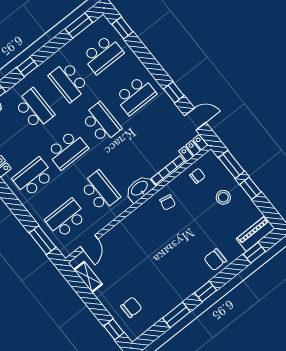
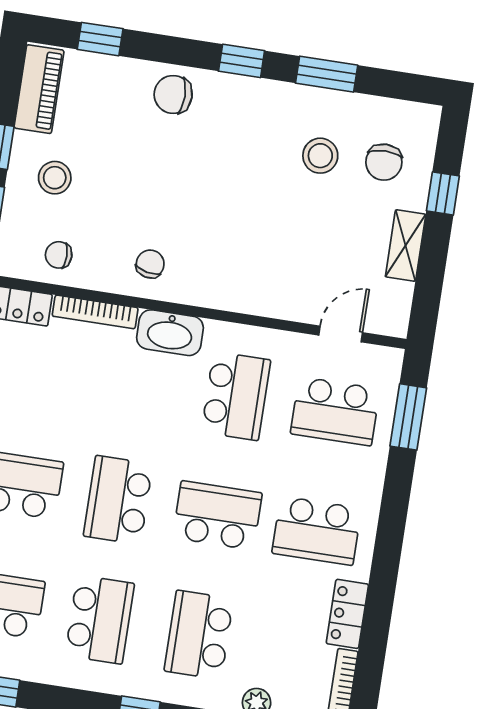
school desk: (100, 191) -> (236, 396), turned 180
piano: (256, 234) -> (39, 89), moved, turned -90
chair: (215, 260) -> (173, 94), turned 180
shelving: (88, 277) -> (406, 246), moved
stool: (152, 289) -> (320, 156), added
chair: (131, 307) -> (384, 162), turned -90
window: (114, 329) -> (443, 193), moved

